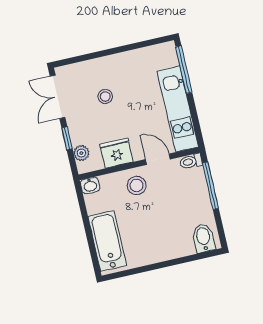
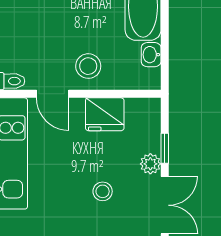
plant: (81, 153) -> (150, 164), moved
washbasin: (90, 185) -> (151, 55), moved, turned -90

